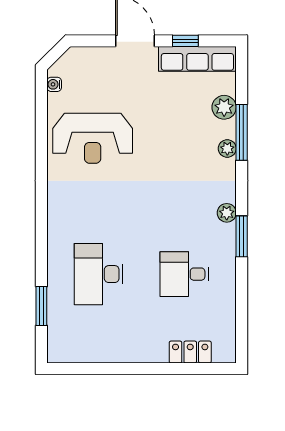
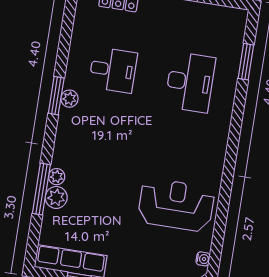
plant: (224, 107) -> (56, 197), moved
plant: (227, 213) -> (69, 99), moved

